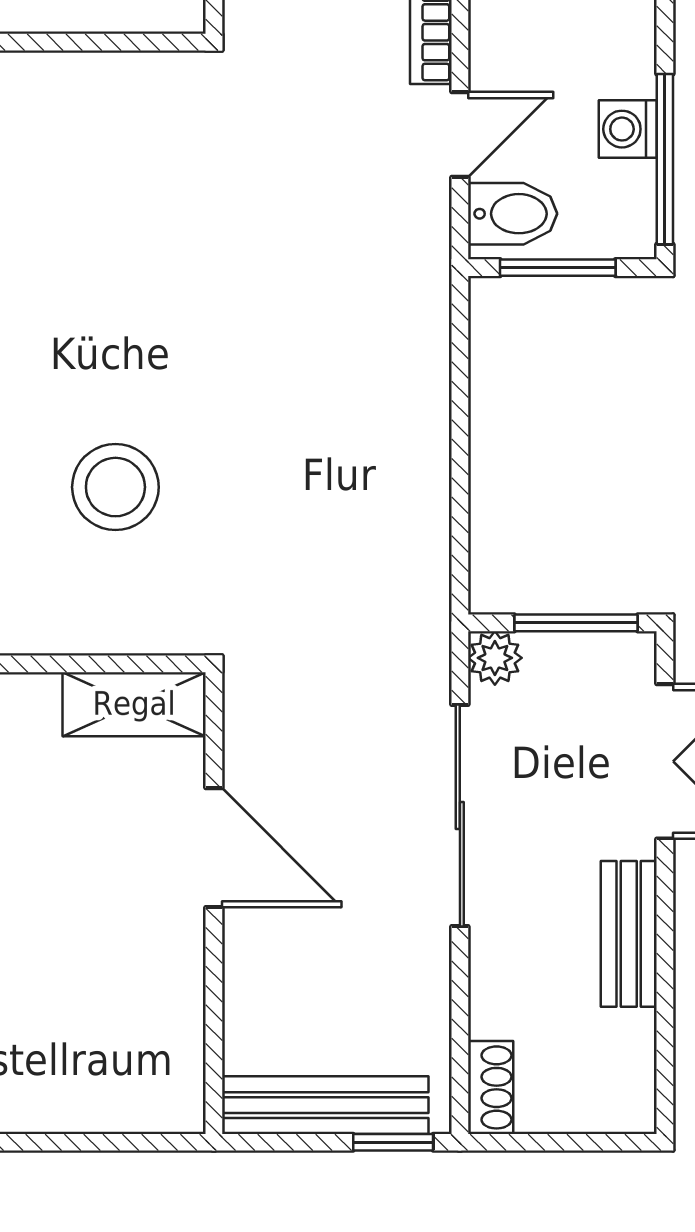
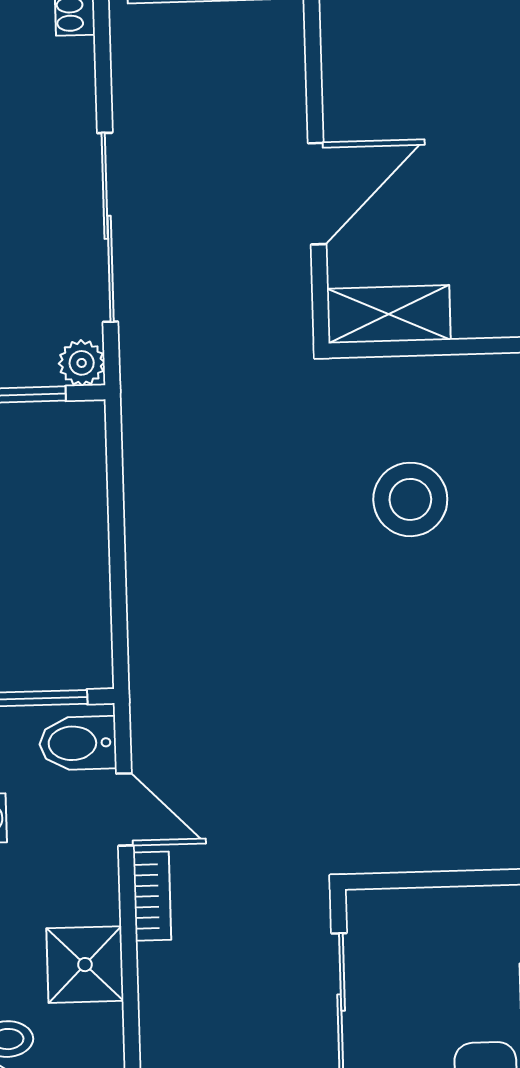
door: (460, 135) -> (125, 809), swing flipped
door: (214, 848) -> (317, 194), swing flipped

